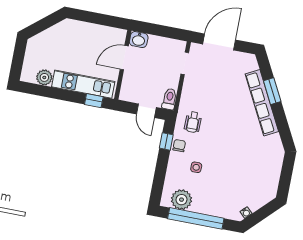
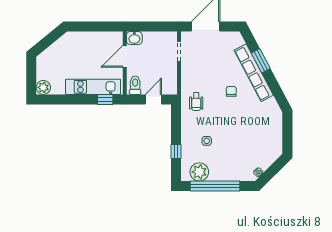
plant: (44, 77) -> (43, 87), moved
toilet: (169, 99) -> (135, 85), moved
door: (146, 111) -> (153, 99), swing flipped
window: (166, 141) -> (176, 152), moved
chair: (179, 146) -> (231, 91), moved

